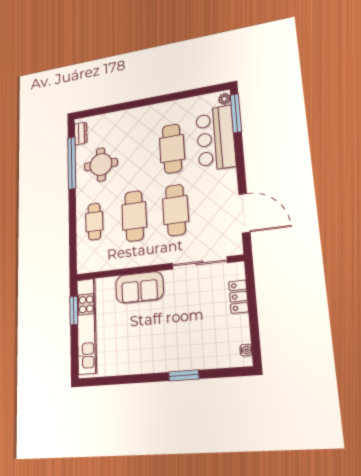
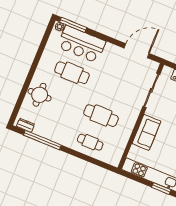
round table: (101, 164) -> (40, 95), moved
cafe table: (176, 210) -> (112, 89), removed
window: (74, 311) -> (161, 189), moved

